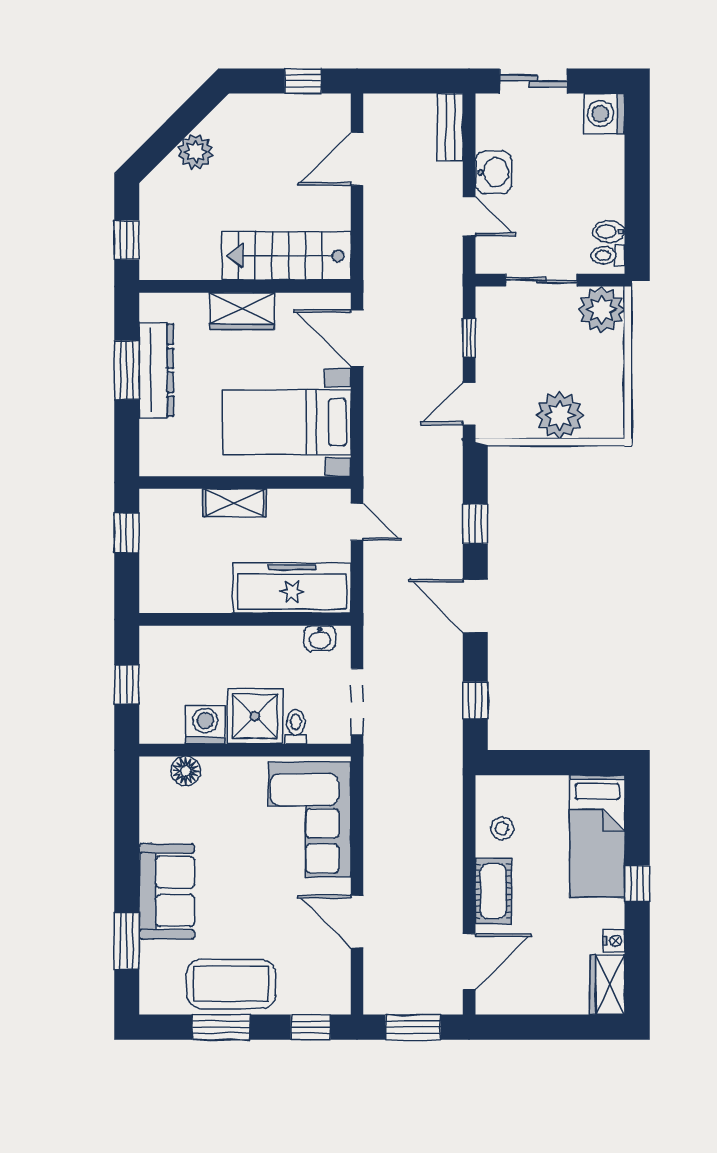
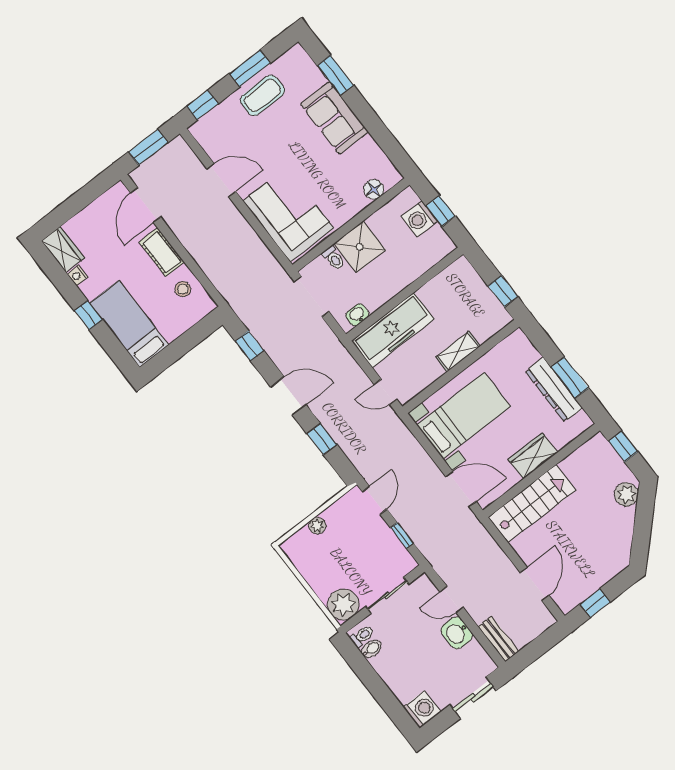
plant: (195, 152) -> (626, 494), moved
plant: (560, 415) -> (317, 526), width x0.53, depth x0.53
washing machine: (205, 724) -> (420, 219), moved, turned 90
coffee table: (231, 984) -> (262, 95), width x0.73, depth x0.76

